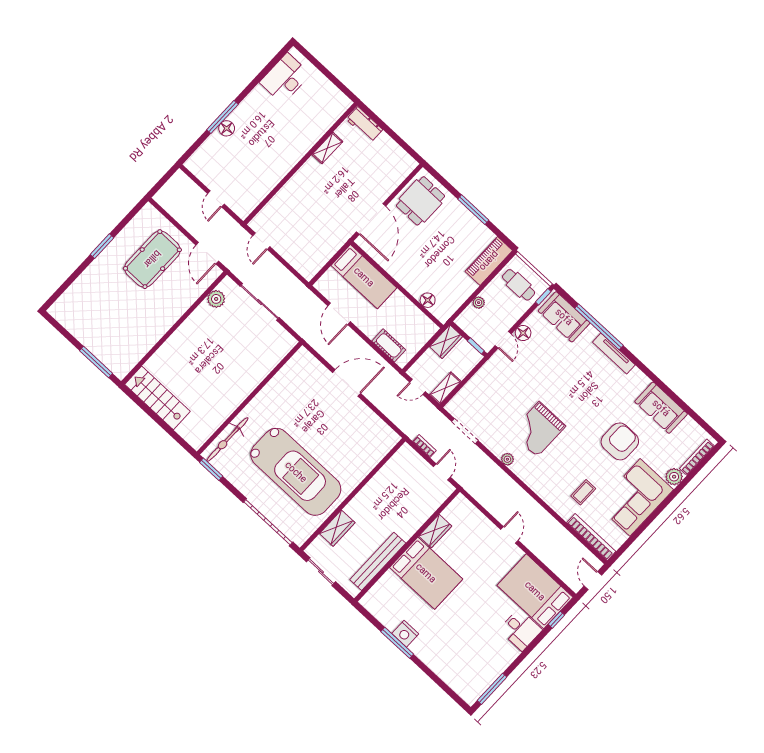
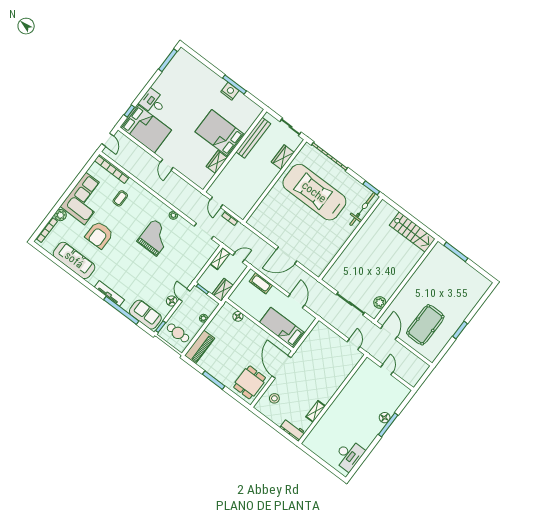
stool: (386, 174) -> (274, 398), added
sofa: (661, 408) -> (74, 260), width x1.36

